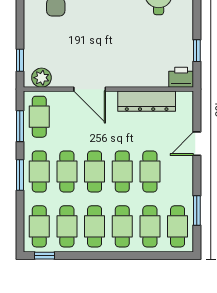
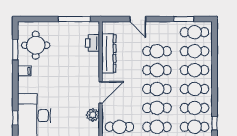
window: (197, 51) -> (74, 19), width x2.17
printer: (181, 77) -> (93, 43), moved
plant: (41, 78) -> (93, 115), moved

